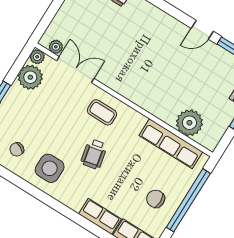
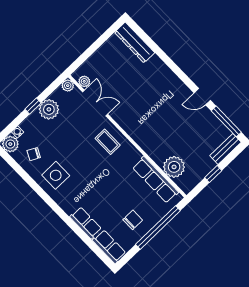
plant: (30, 77) -> (49, 109), moved
wheelchair: (94, 154) -> (93, 173), removed
chair: (156, 199) -> (133, 220), turned 90

